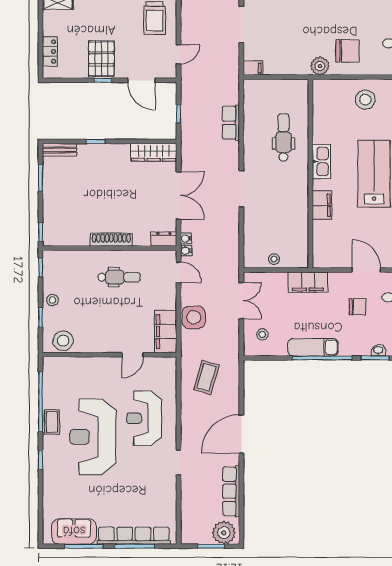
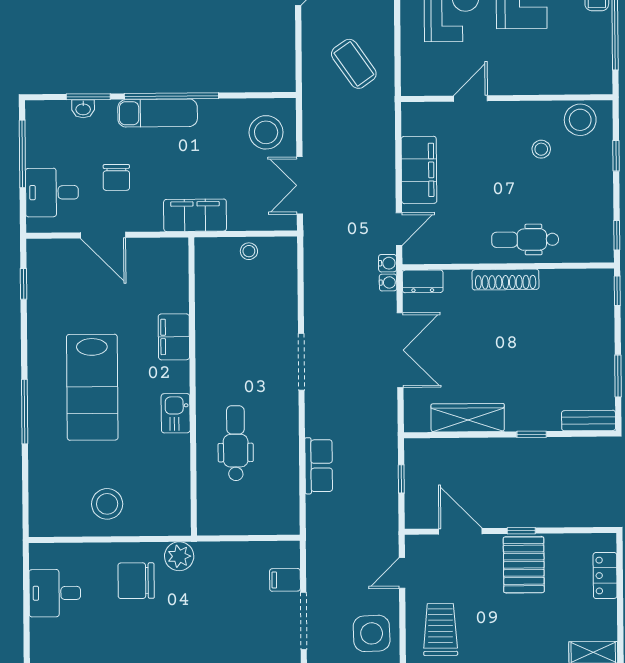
filing cabinet: (253, 68) -> (285, 580), moved
dental chair: (283, 137) -> (236, 443), turned 180
wardrobe: (154, 152) -> (468, 418), moved
kitchen sink: (321, 161) -> (176, 413), width x0.73
double door: (179, 196) -> (400, 350), swing flipped
door: (179, 272) -> (399, 229), swing flipped
dental chair: (119, 277) -> (525, 240), moved
stool: (52, 300) -> (541, 149), moved
chair: (358, 307) -> (116, 177), turned -90
side table: (194, 317) -> (372, 633), moved
filing cabinet: (166, 332) -> (419, 170), moved
stool: (262, 334) -> (266, 132), width x1.89, depth x1.89
exam couch: (313, 347) -> (158, 113), moved
coffee table: (206, 377) -> (354, 64), turned -51

